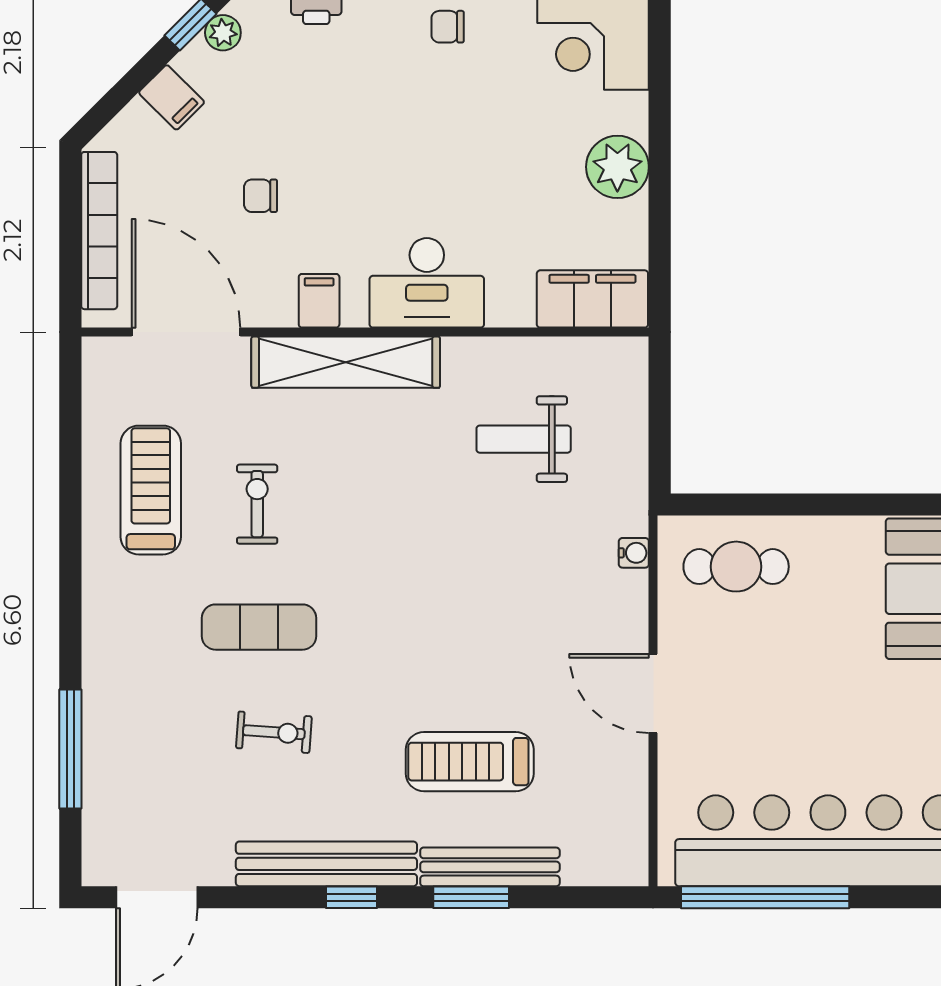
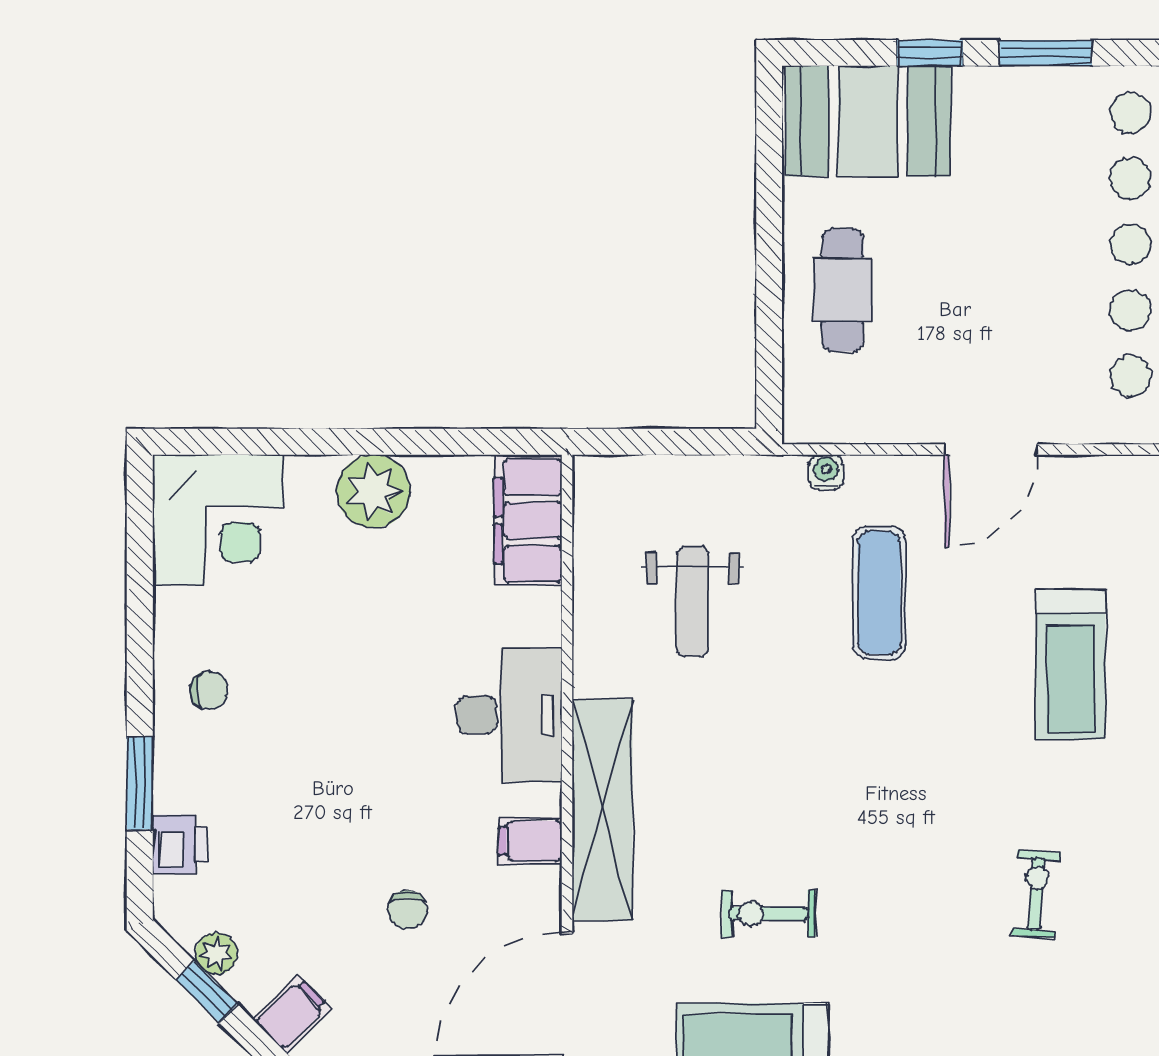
chair: (448, 27) -> (209, 690), turned -90
cafe table: (736, 567) -> (843, 290), moved
exercise mat: (259, 627) -> (879, 593), moved

